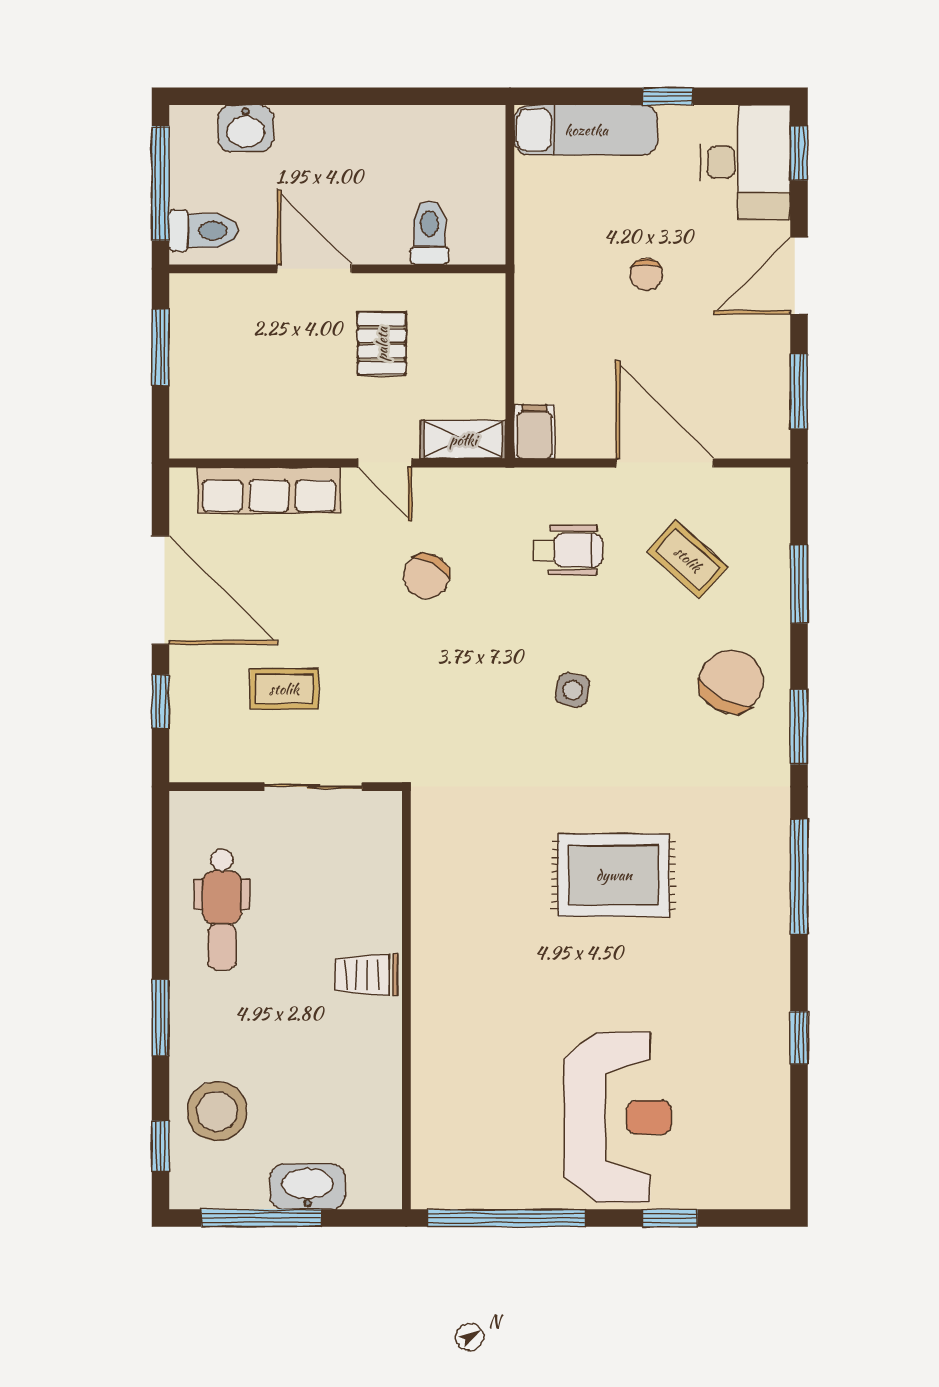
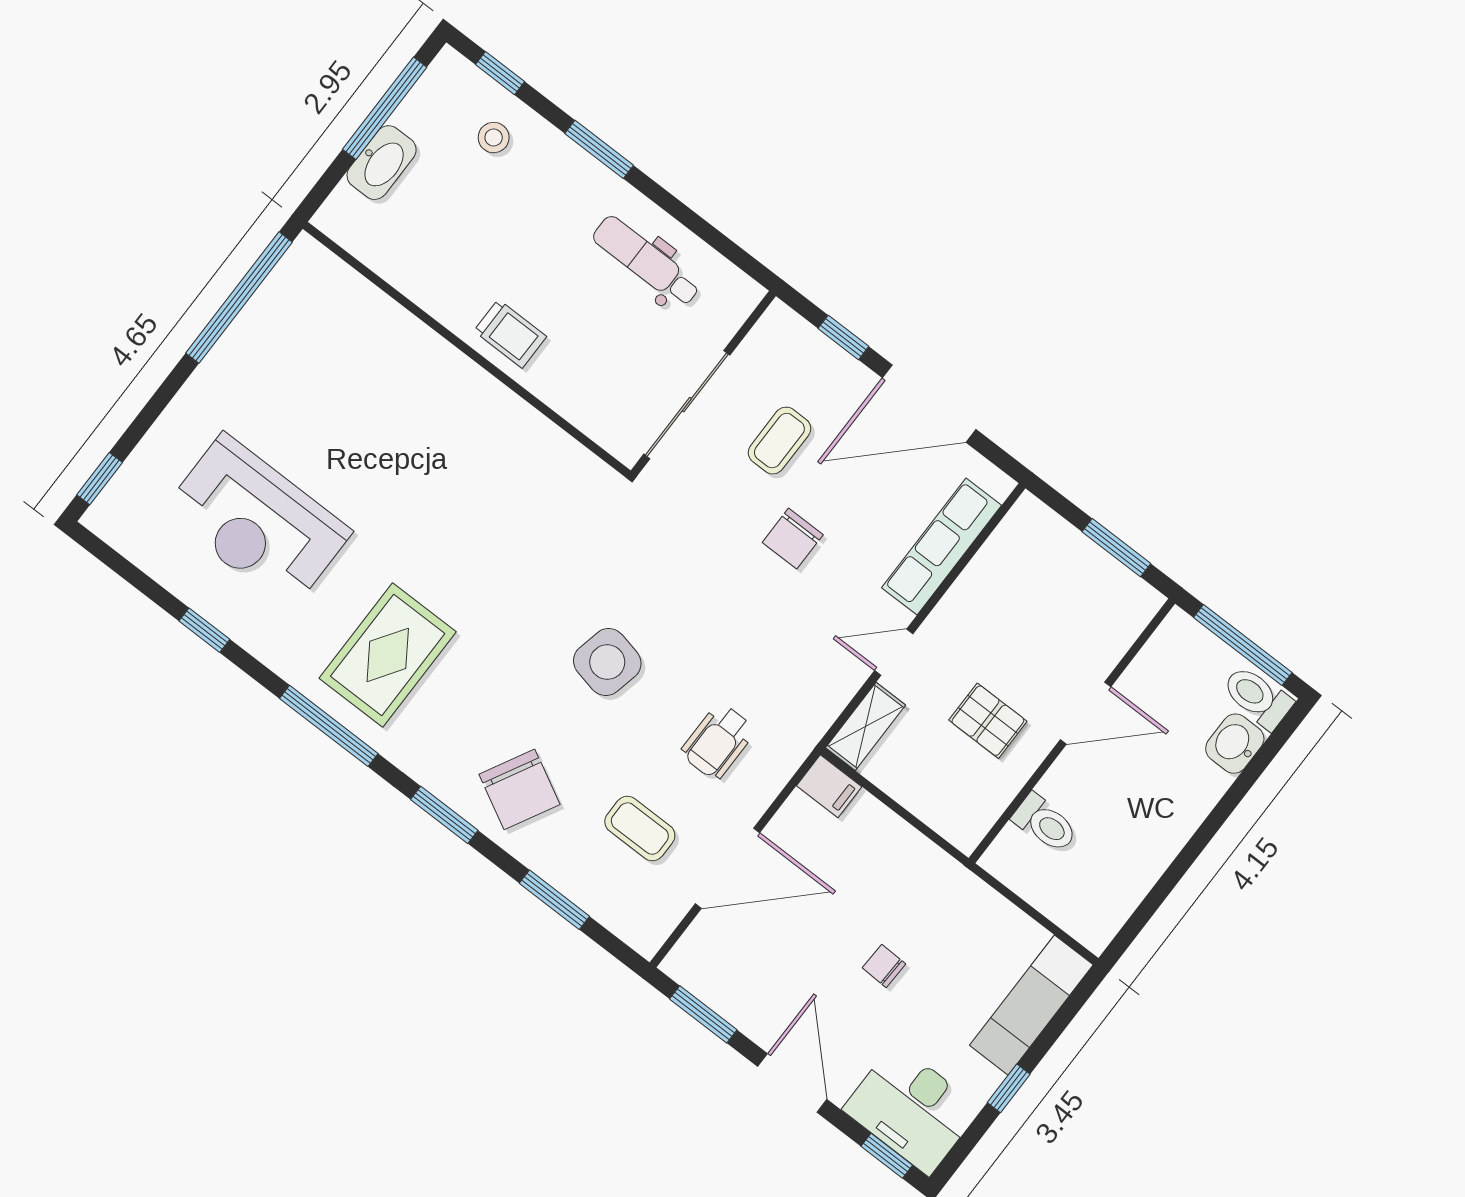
toilet: (203, 231) -> (1257, 697), moved, turned 90
coffee table: (688, 559) -> (640, 829), turned 48
chair: (426, 576) -> (793, 539), moved, turned -119
side table: (572, 690) -> (607, 662), width x1.87, depth x1.87
sliding door: (313, 787) -> (687, 405), width x1.37
rug: (614, 875) -> (388, 655), moved
trolley: (366, 975) -> (510, 334), turned 90
stool: (217, 1111) -> (494, 138), width x0.53, depth x0.53
reception desk: (618, 1117) -> (257, 522), moved
window: (670, 1218) -> (100, 479), moved

